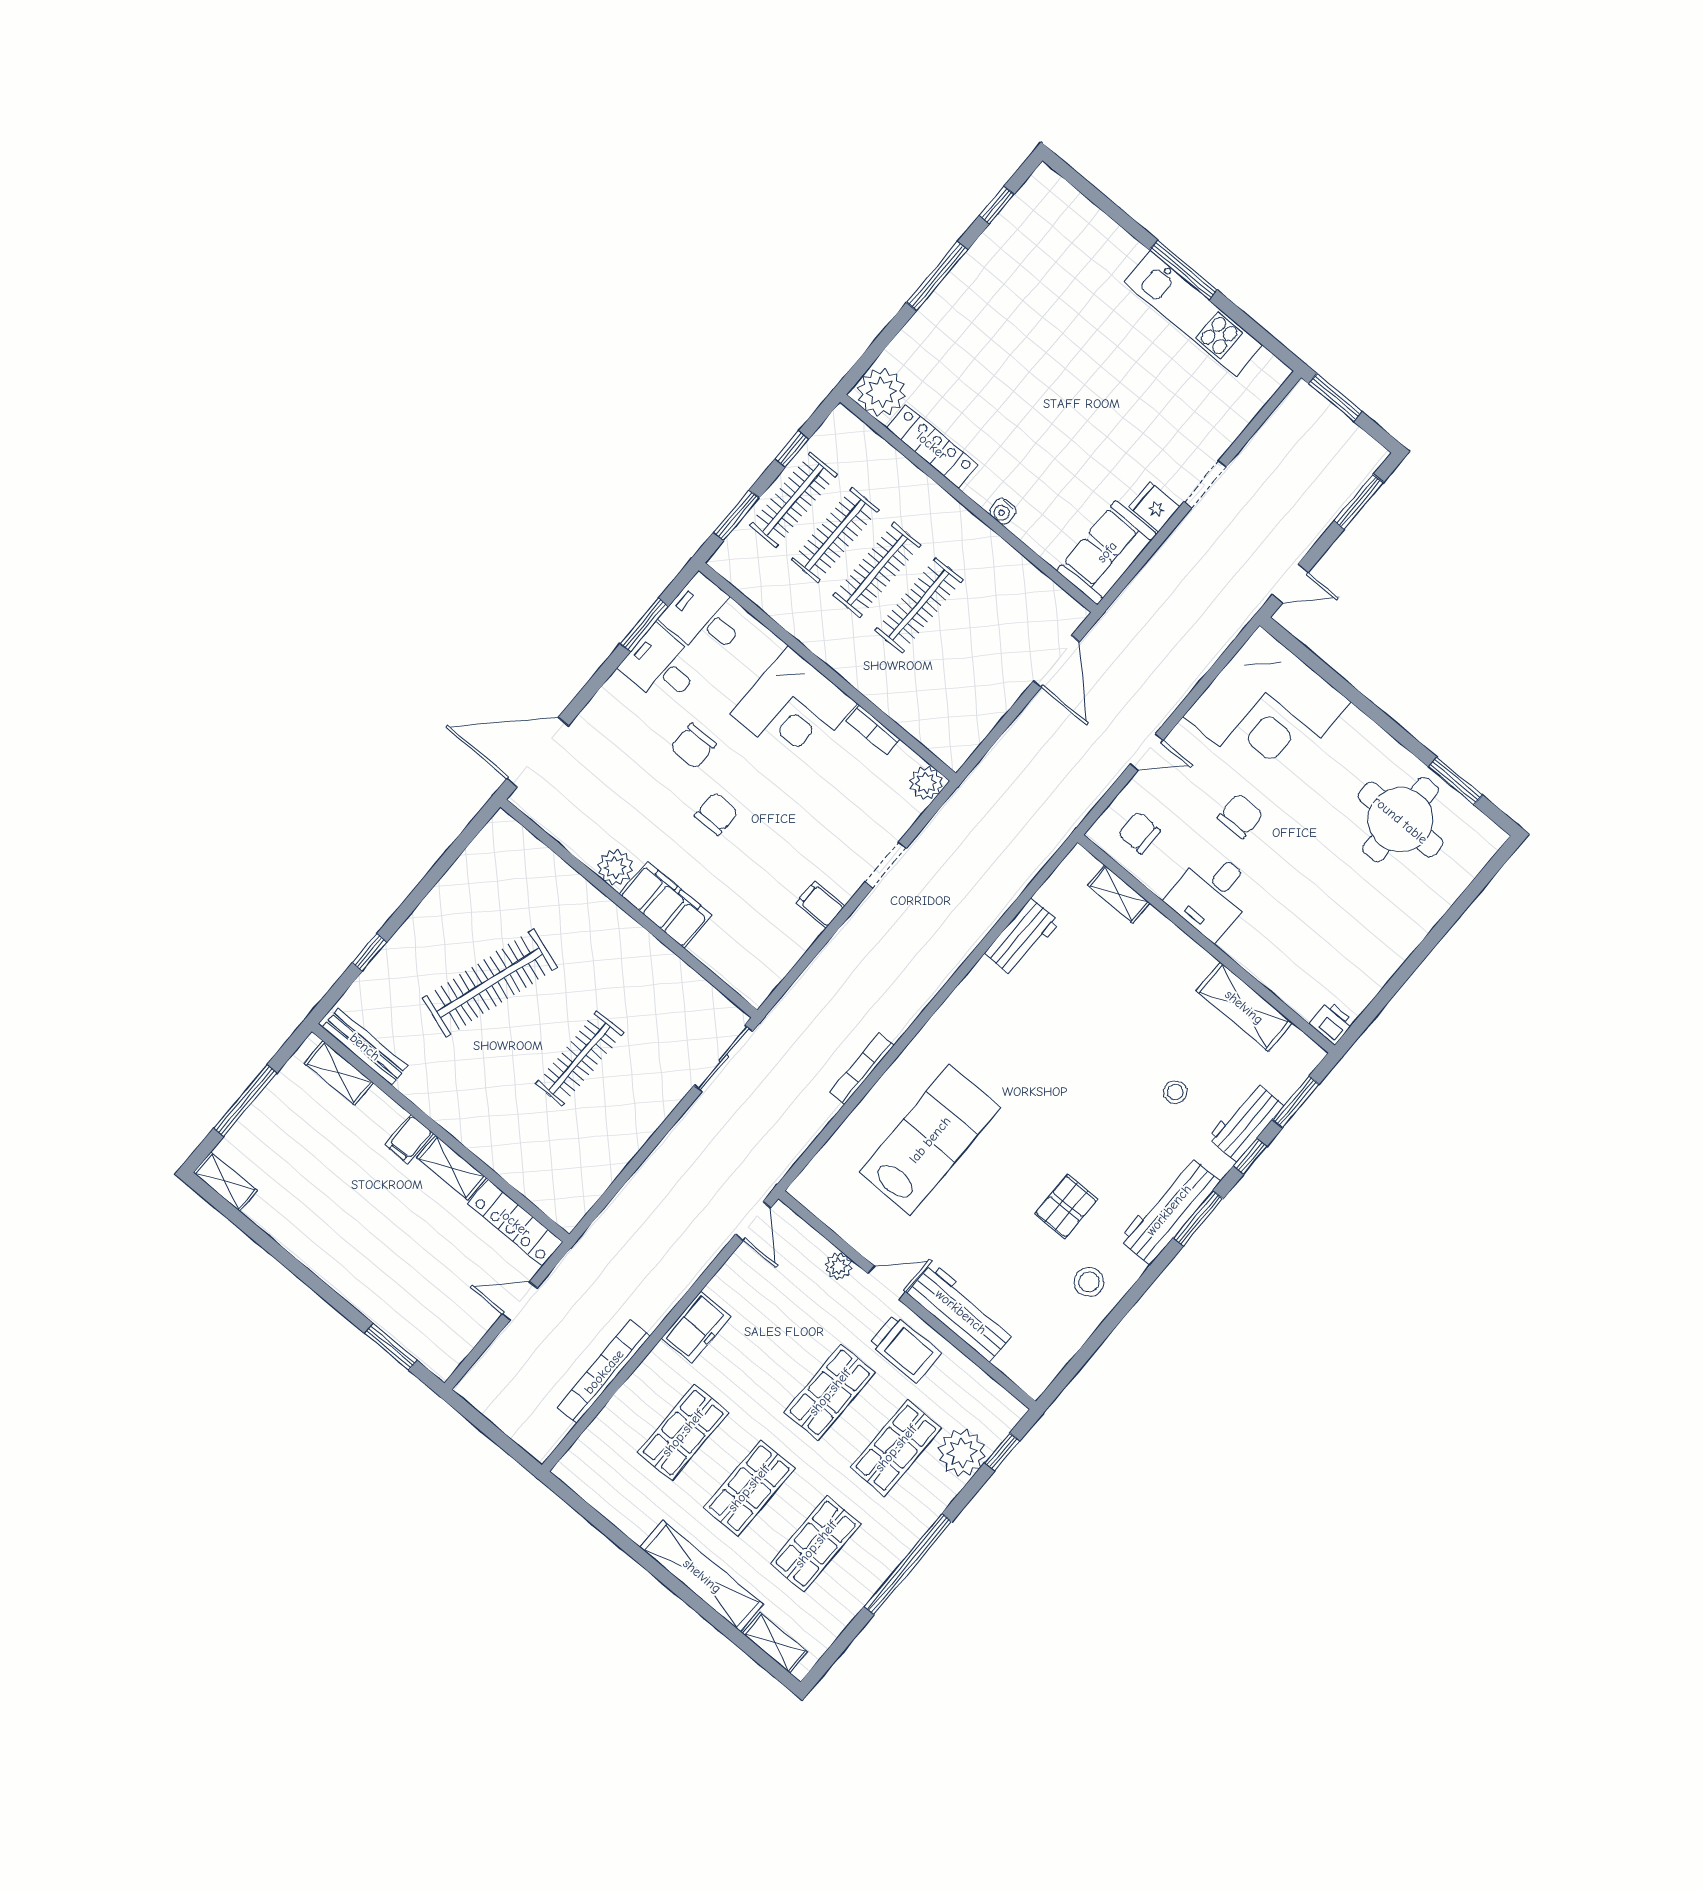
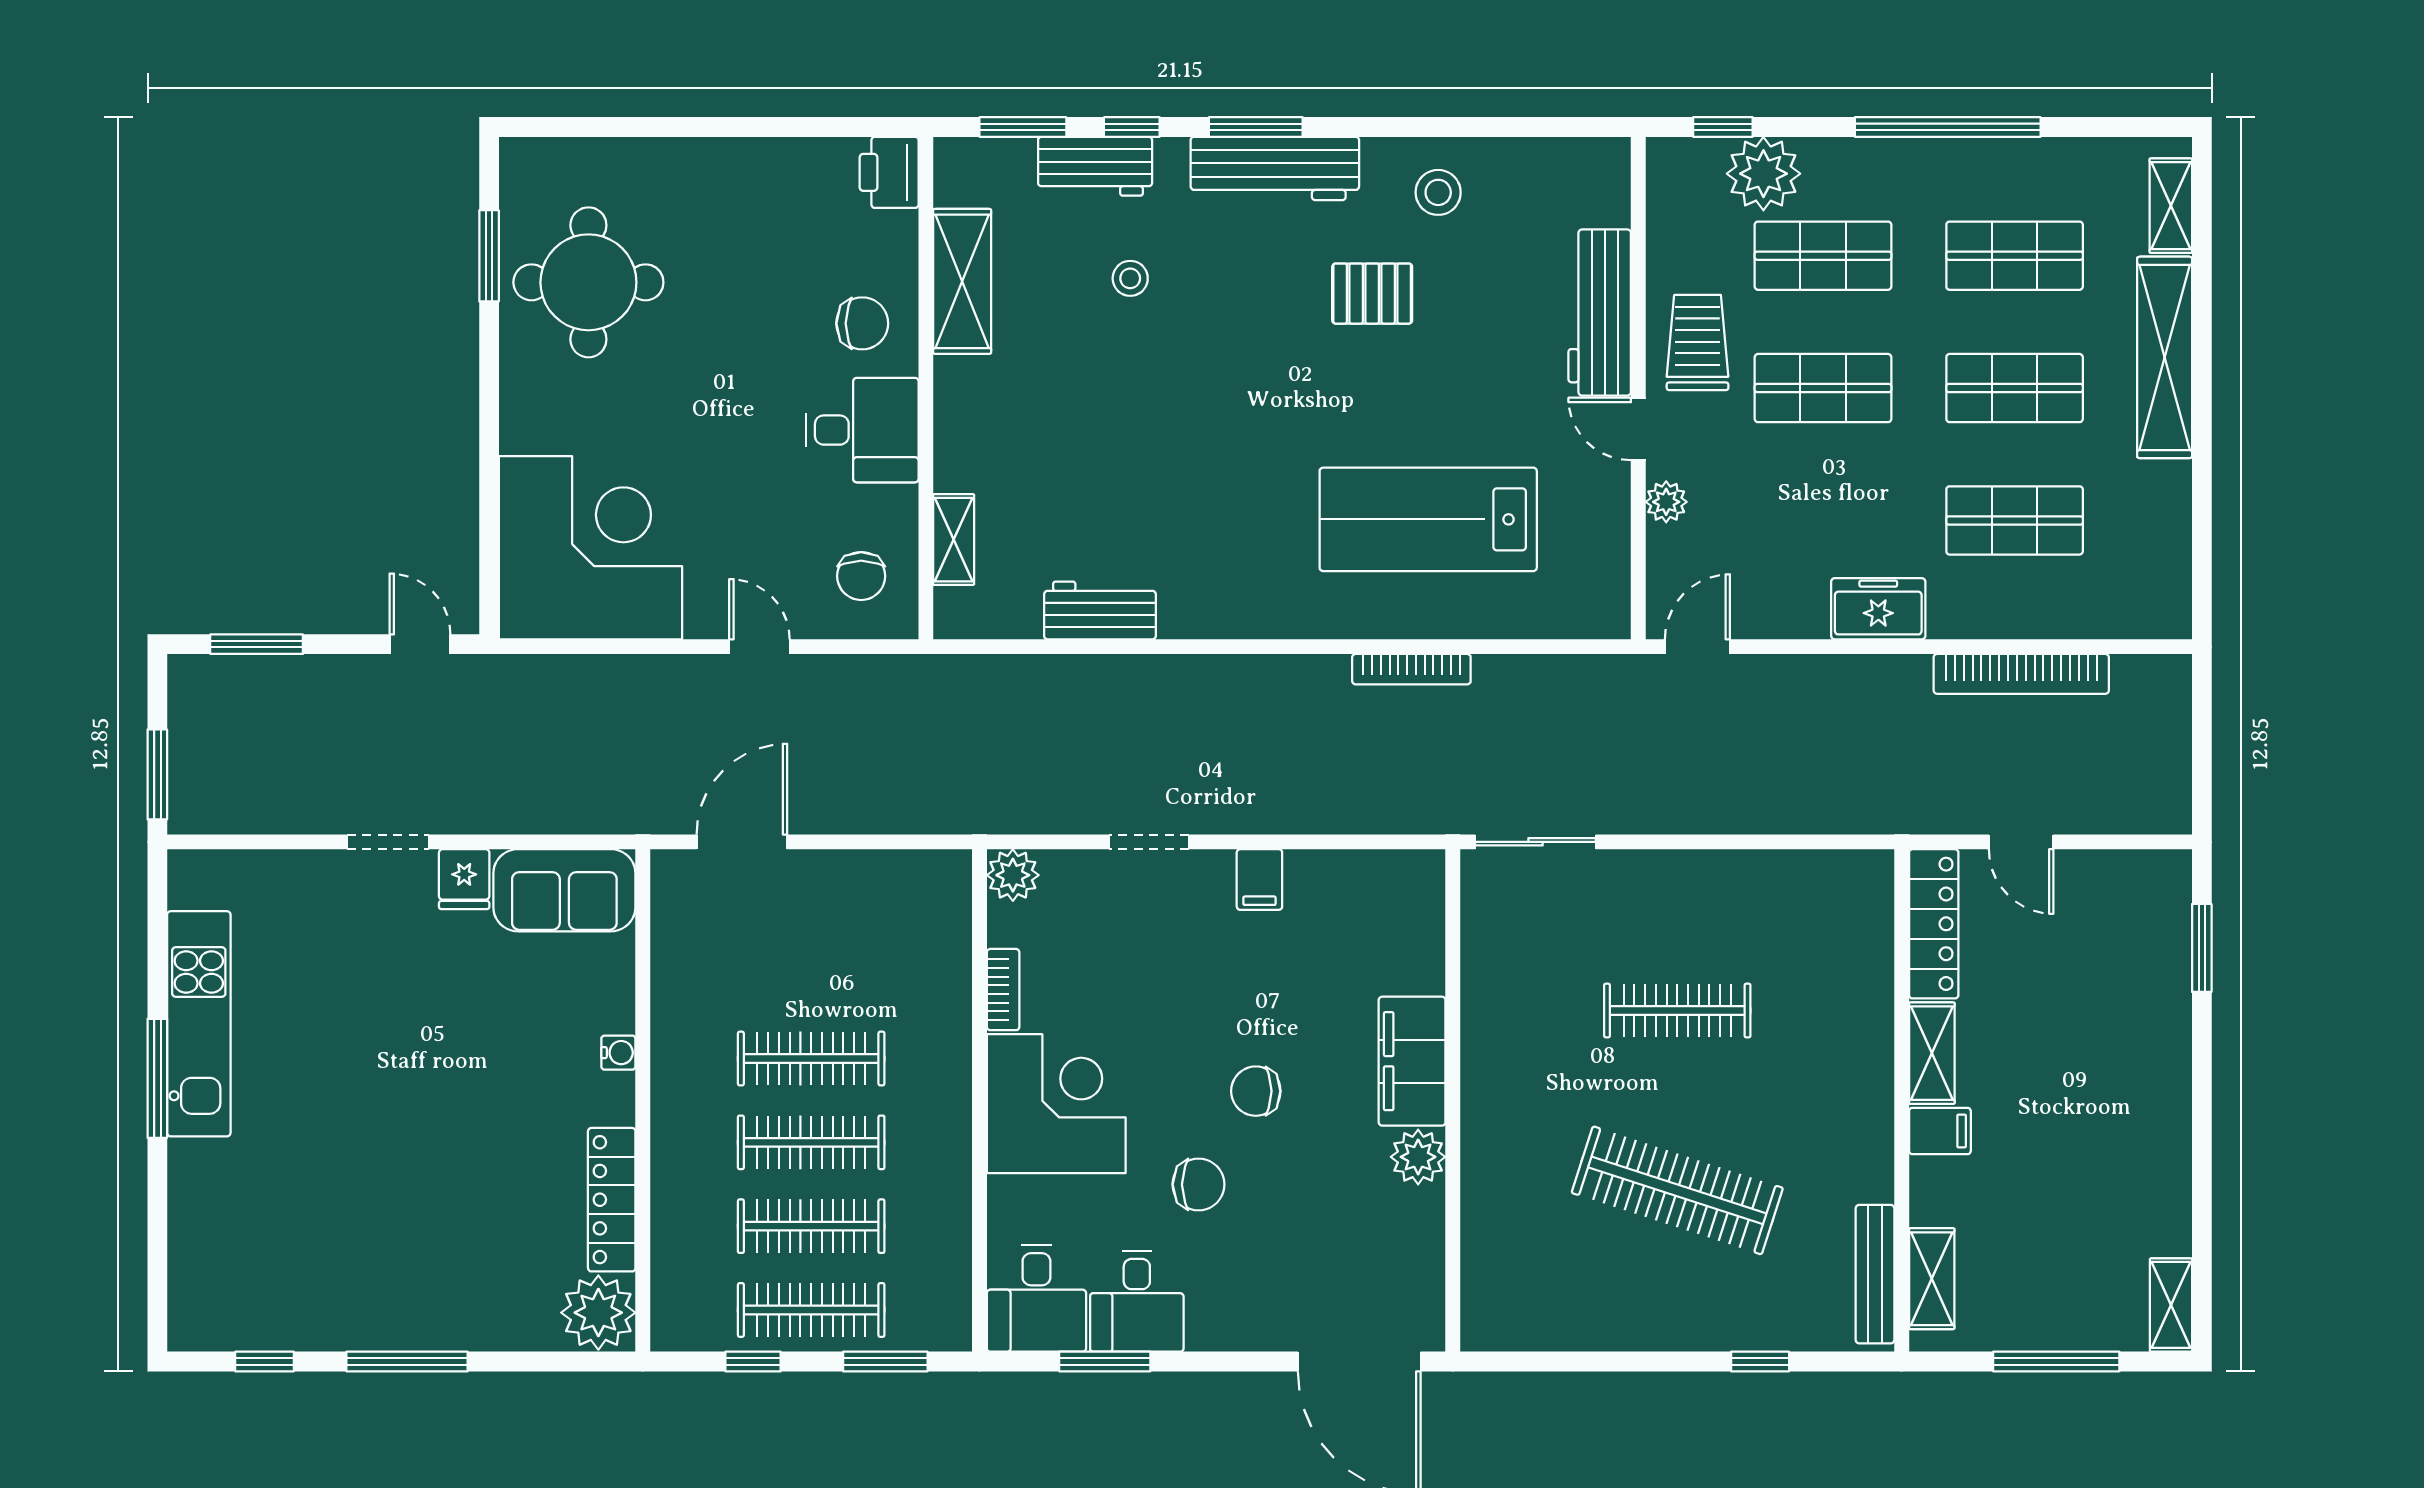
chair: (1240, 816) -> (862, 323), moved, turned 180
printer: (1332, 1023) -> (889, 172), width x1.36, depth x1.24

